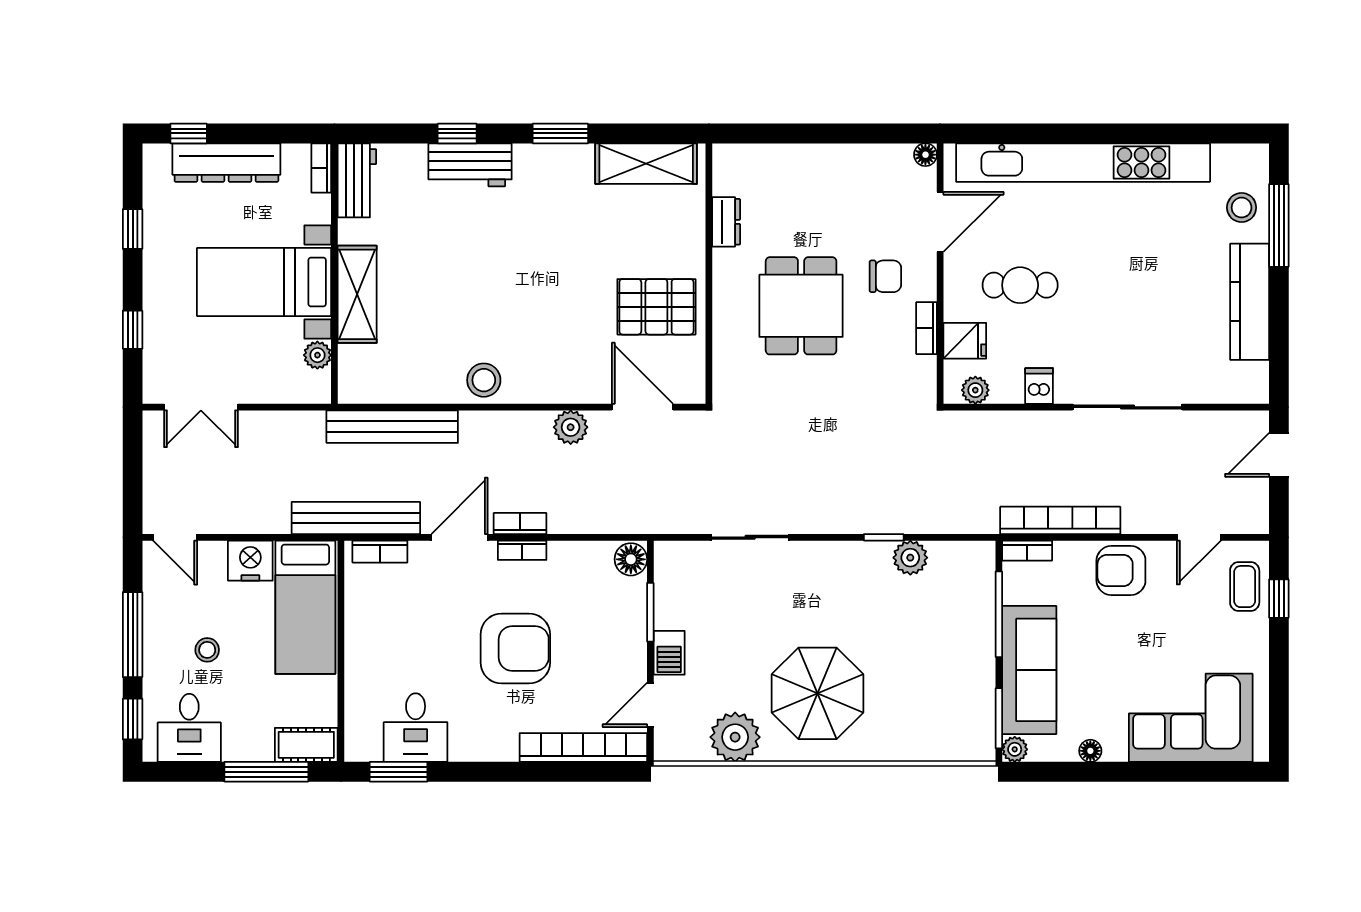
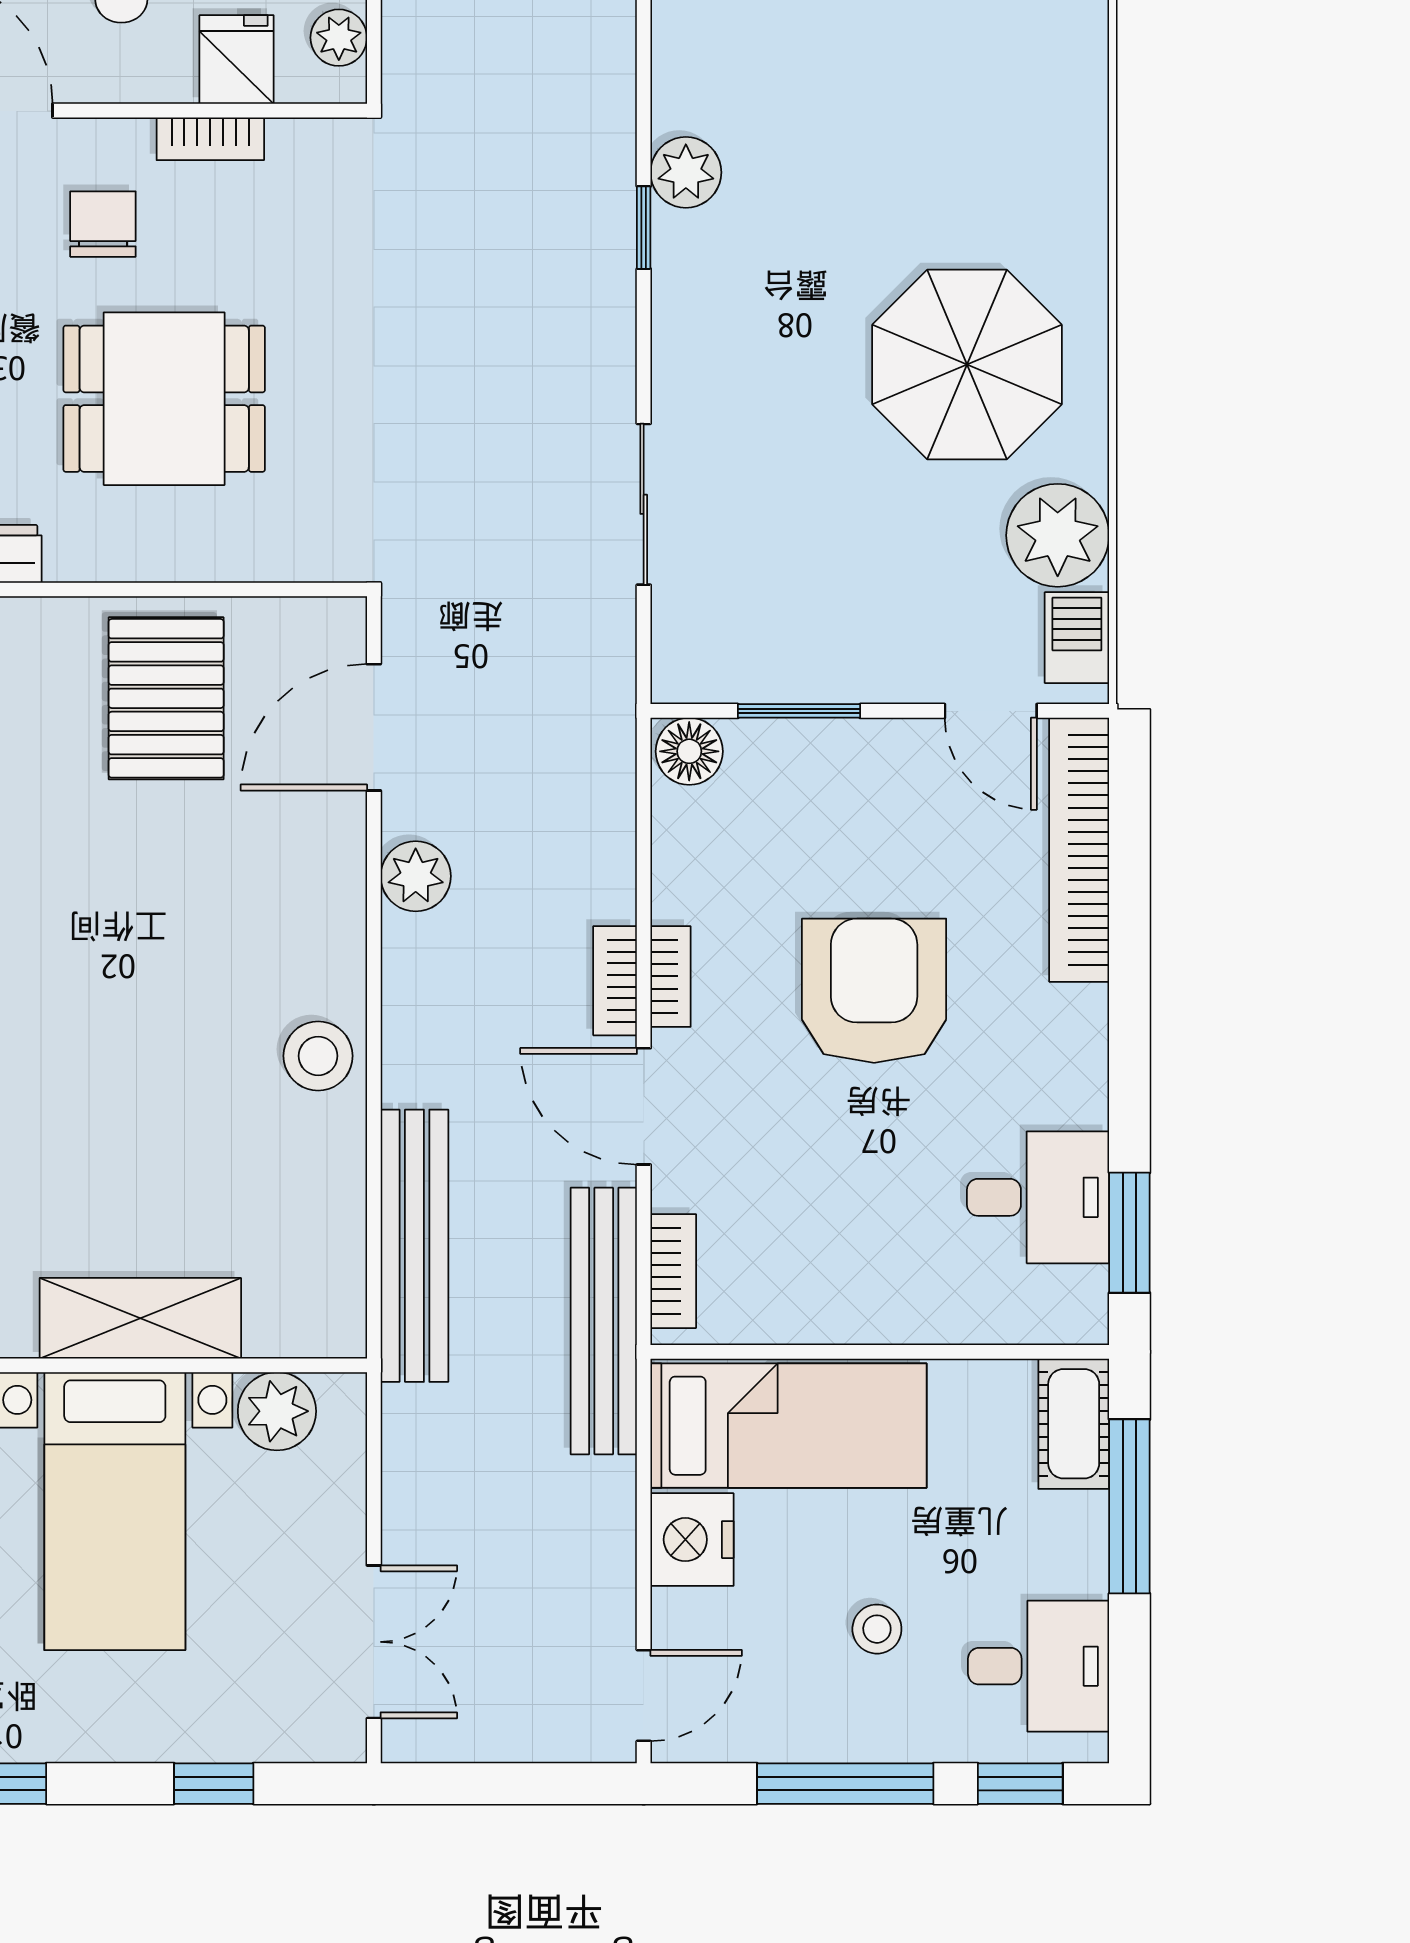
plant: (317, 355) -> (277, 1411), width x1.38, depth x1.38
barbecue: (669, 653) -> (1077, 638), moved, turned -90

